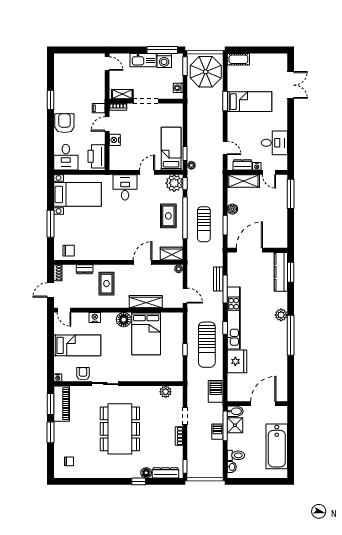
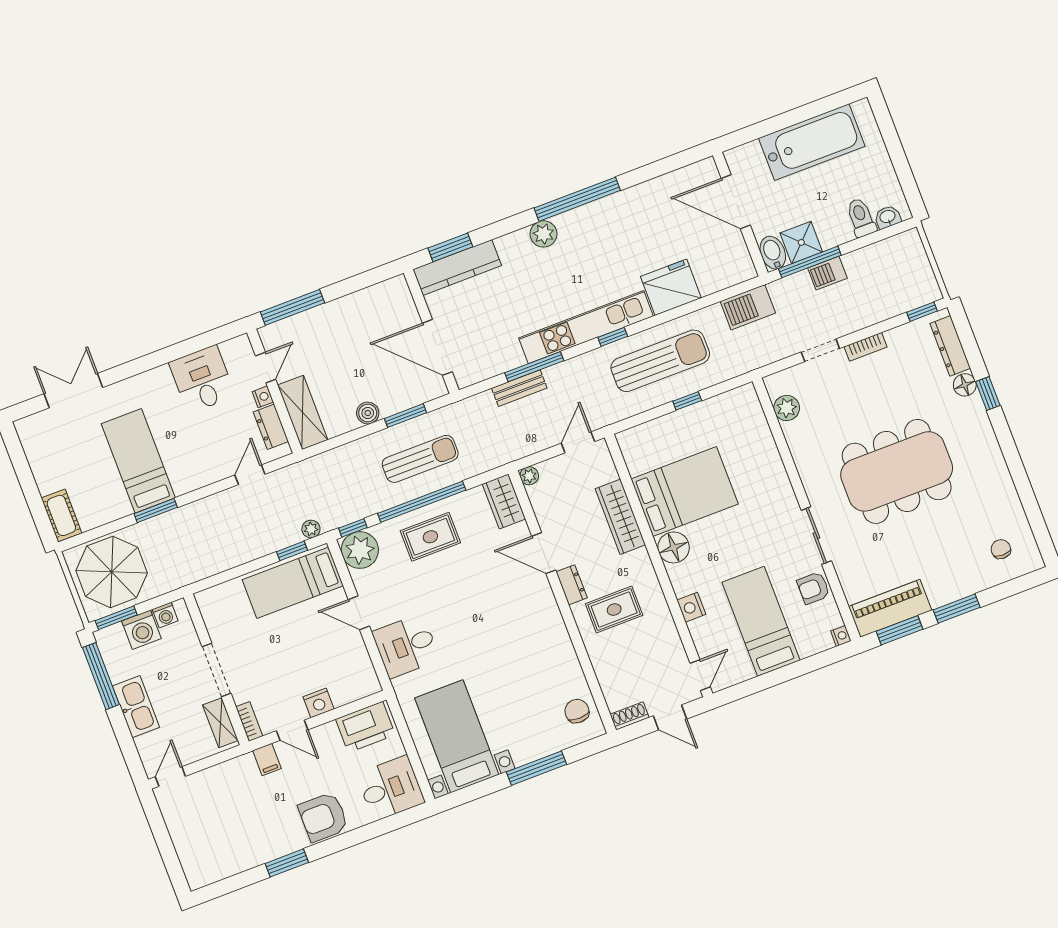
washing machine: (164, 60) -> (141, 630), moved, turned 90
dresser: (85, 269) -> (572, 585), moved

